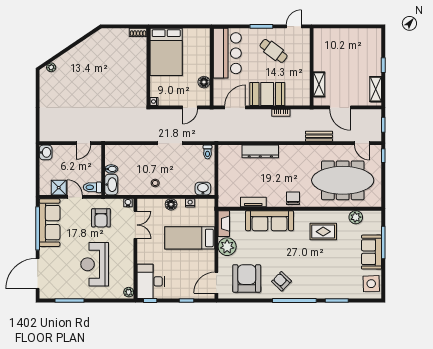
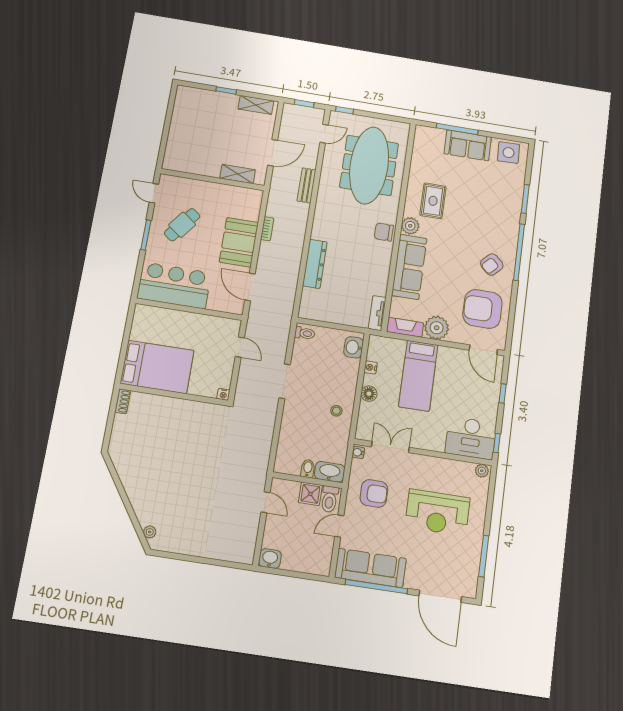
floor lamp: (204, 82) -> (208, 323), removed
shower: (59, 188) -> (310, 494), moved
tv unit: (253, 202) -> (377, 313), moved
plant: (356, 217) -> (410, 226), moved

